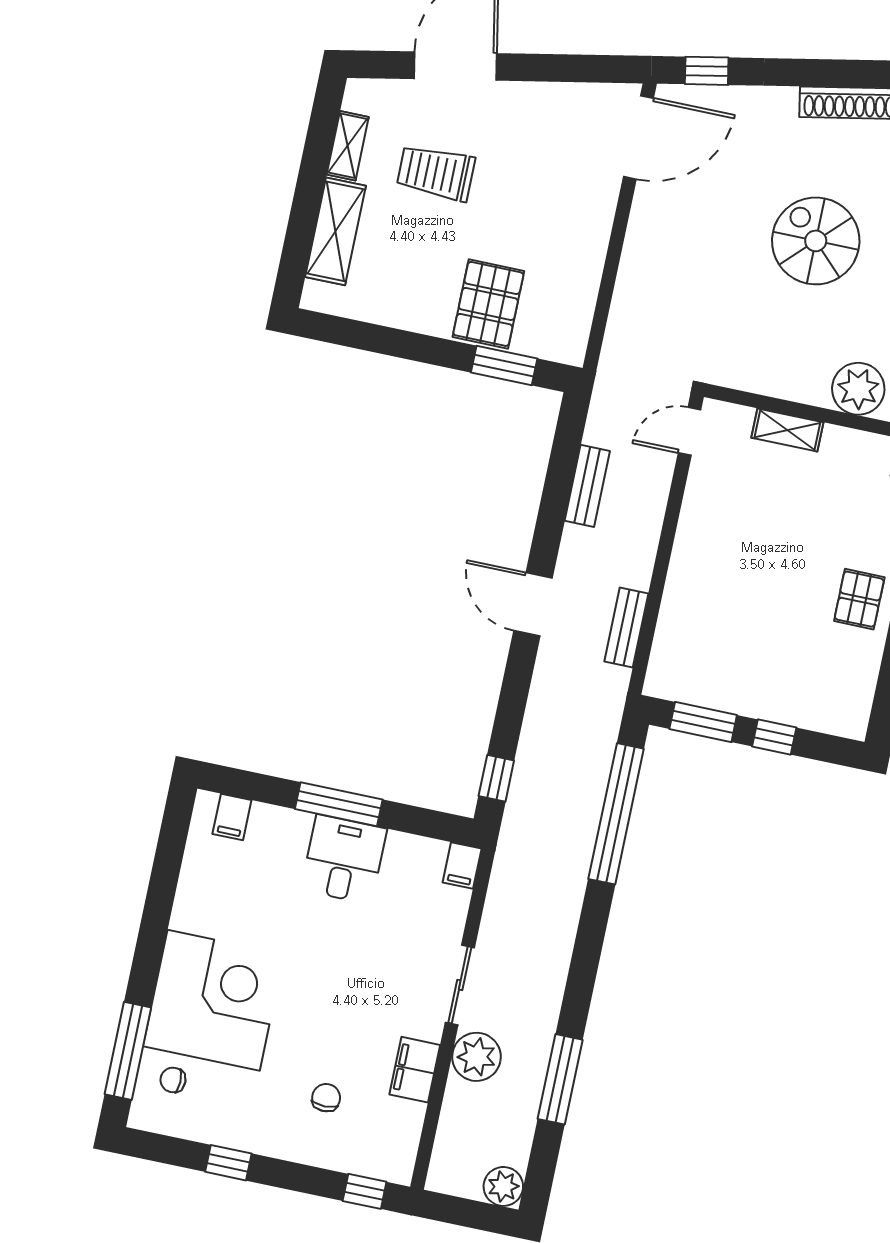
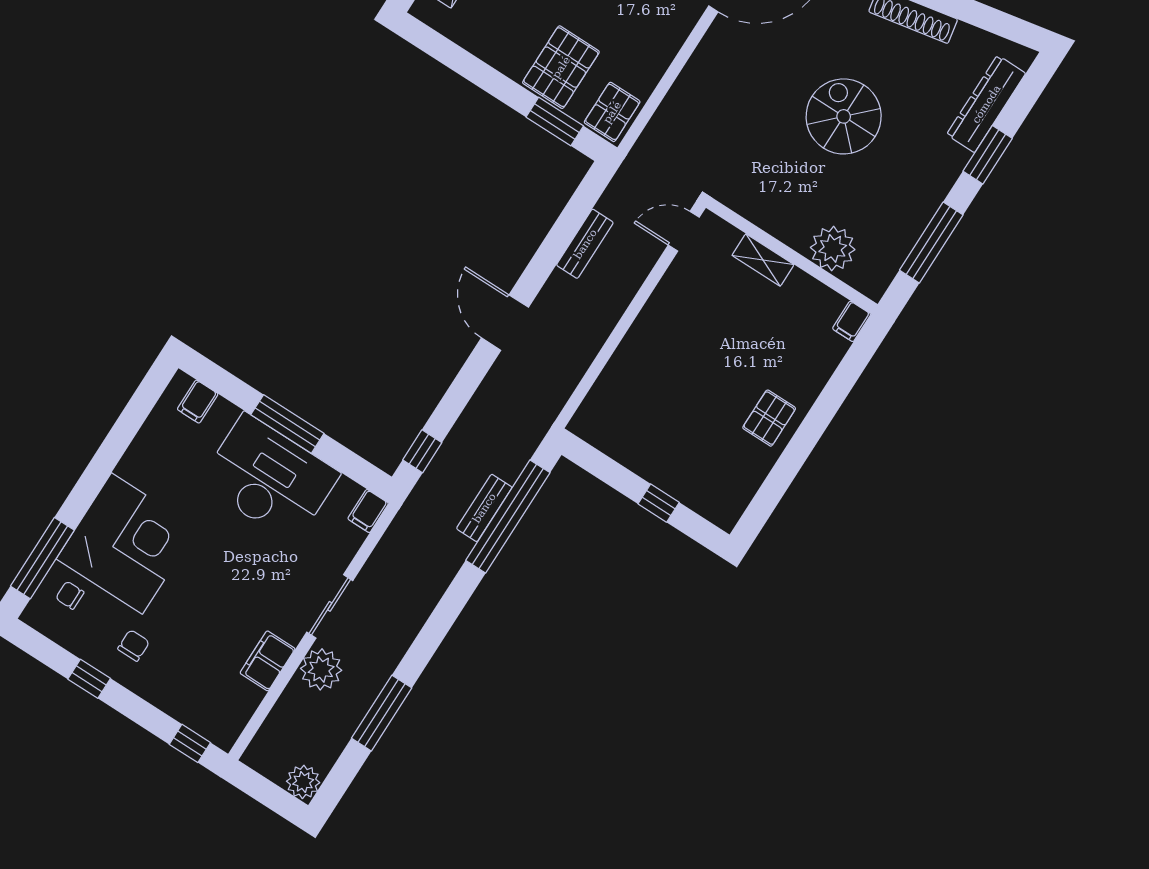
pallet: (562, 332) -> (612, 112), added
bench: (626, 628) -> (484, 508), moved
window: (703, 722) -> (606, 469), removed
desk: (344, 859) -> (269, 478), width x1.87, depth x1.30
chair: (326, 1098) -> (134, 645), moved

